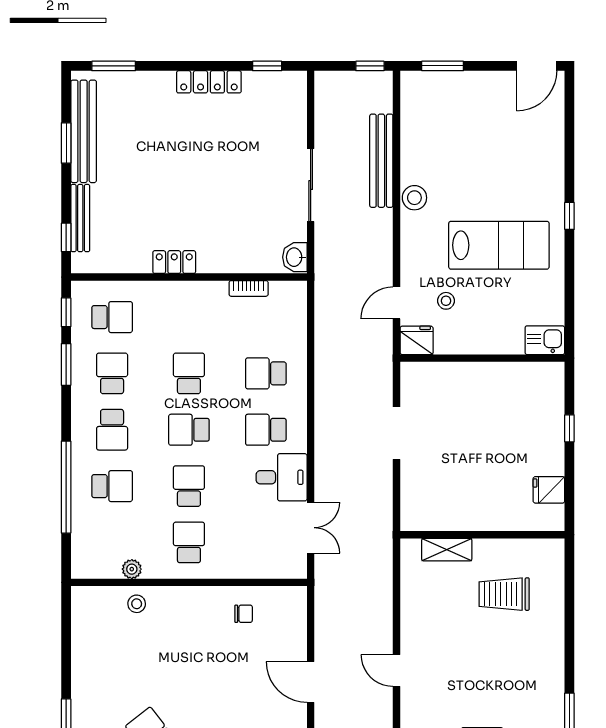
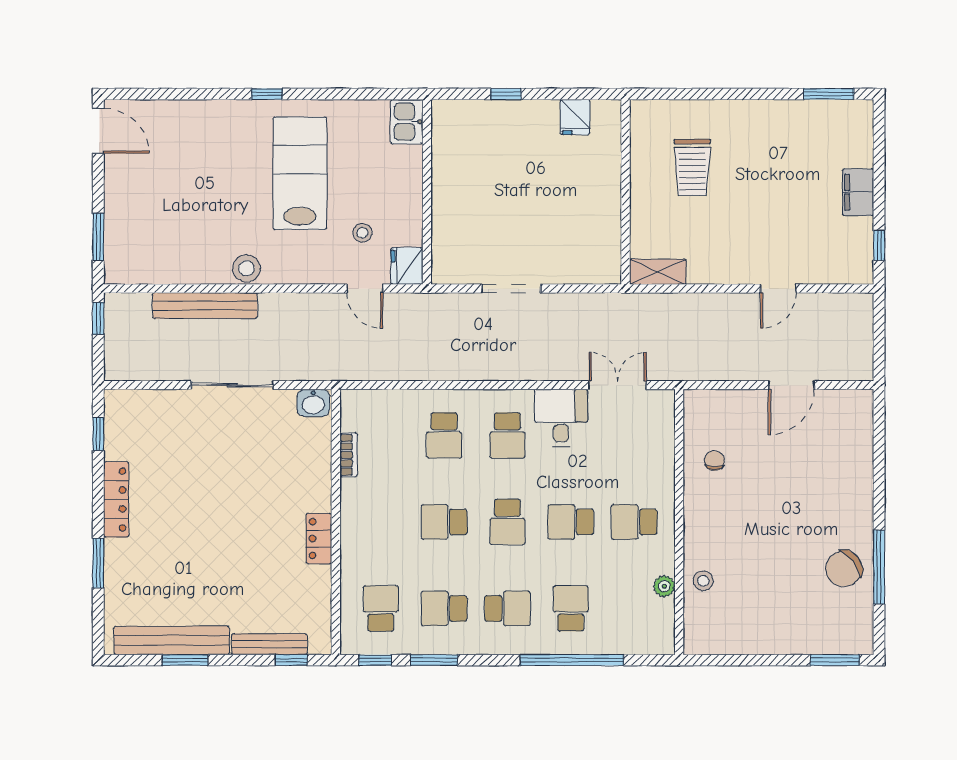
window: (114, 66) -> (98, 563), moved
shelving: (447, 550) -> (658, 272), moved, turned 90

